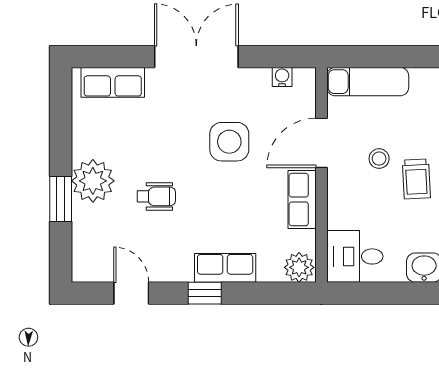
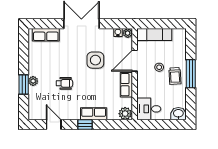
plant: (305, 78) -> (128, 33), added
plant: (93, 181) -> (33, 81), width x0.53, depth x0.53

